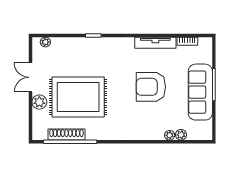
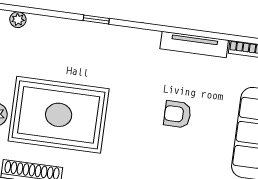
armchair: (151, 87) -> (177, 114), width x0.53, depth x0.53

